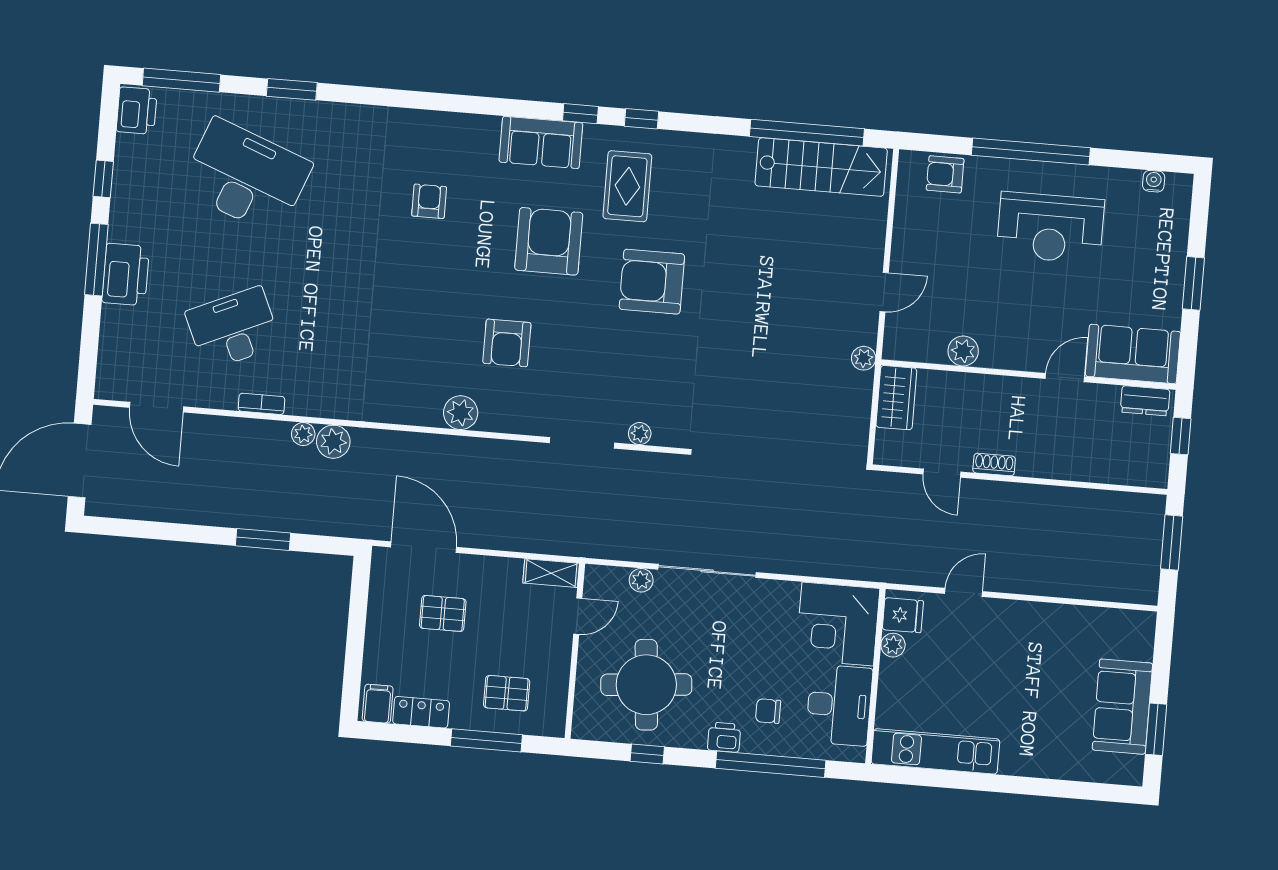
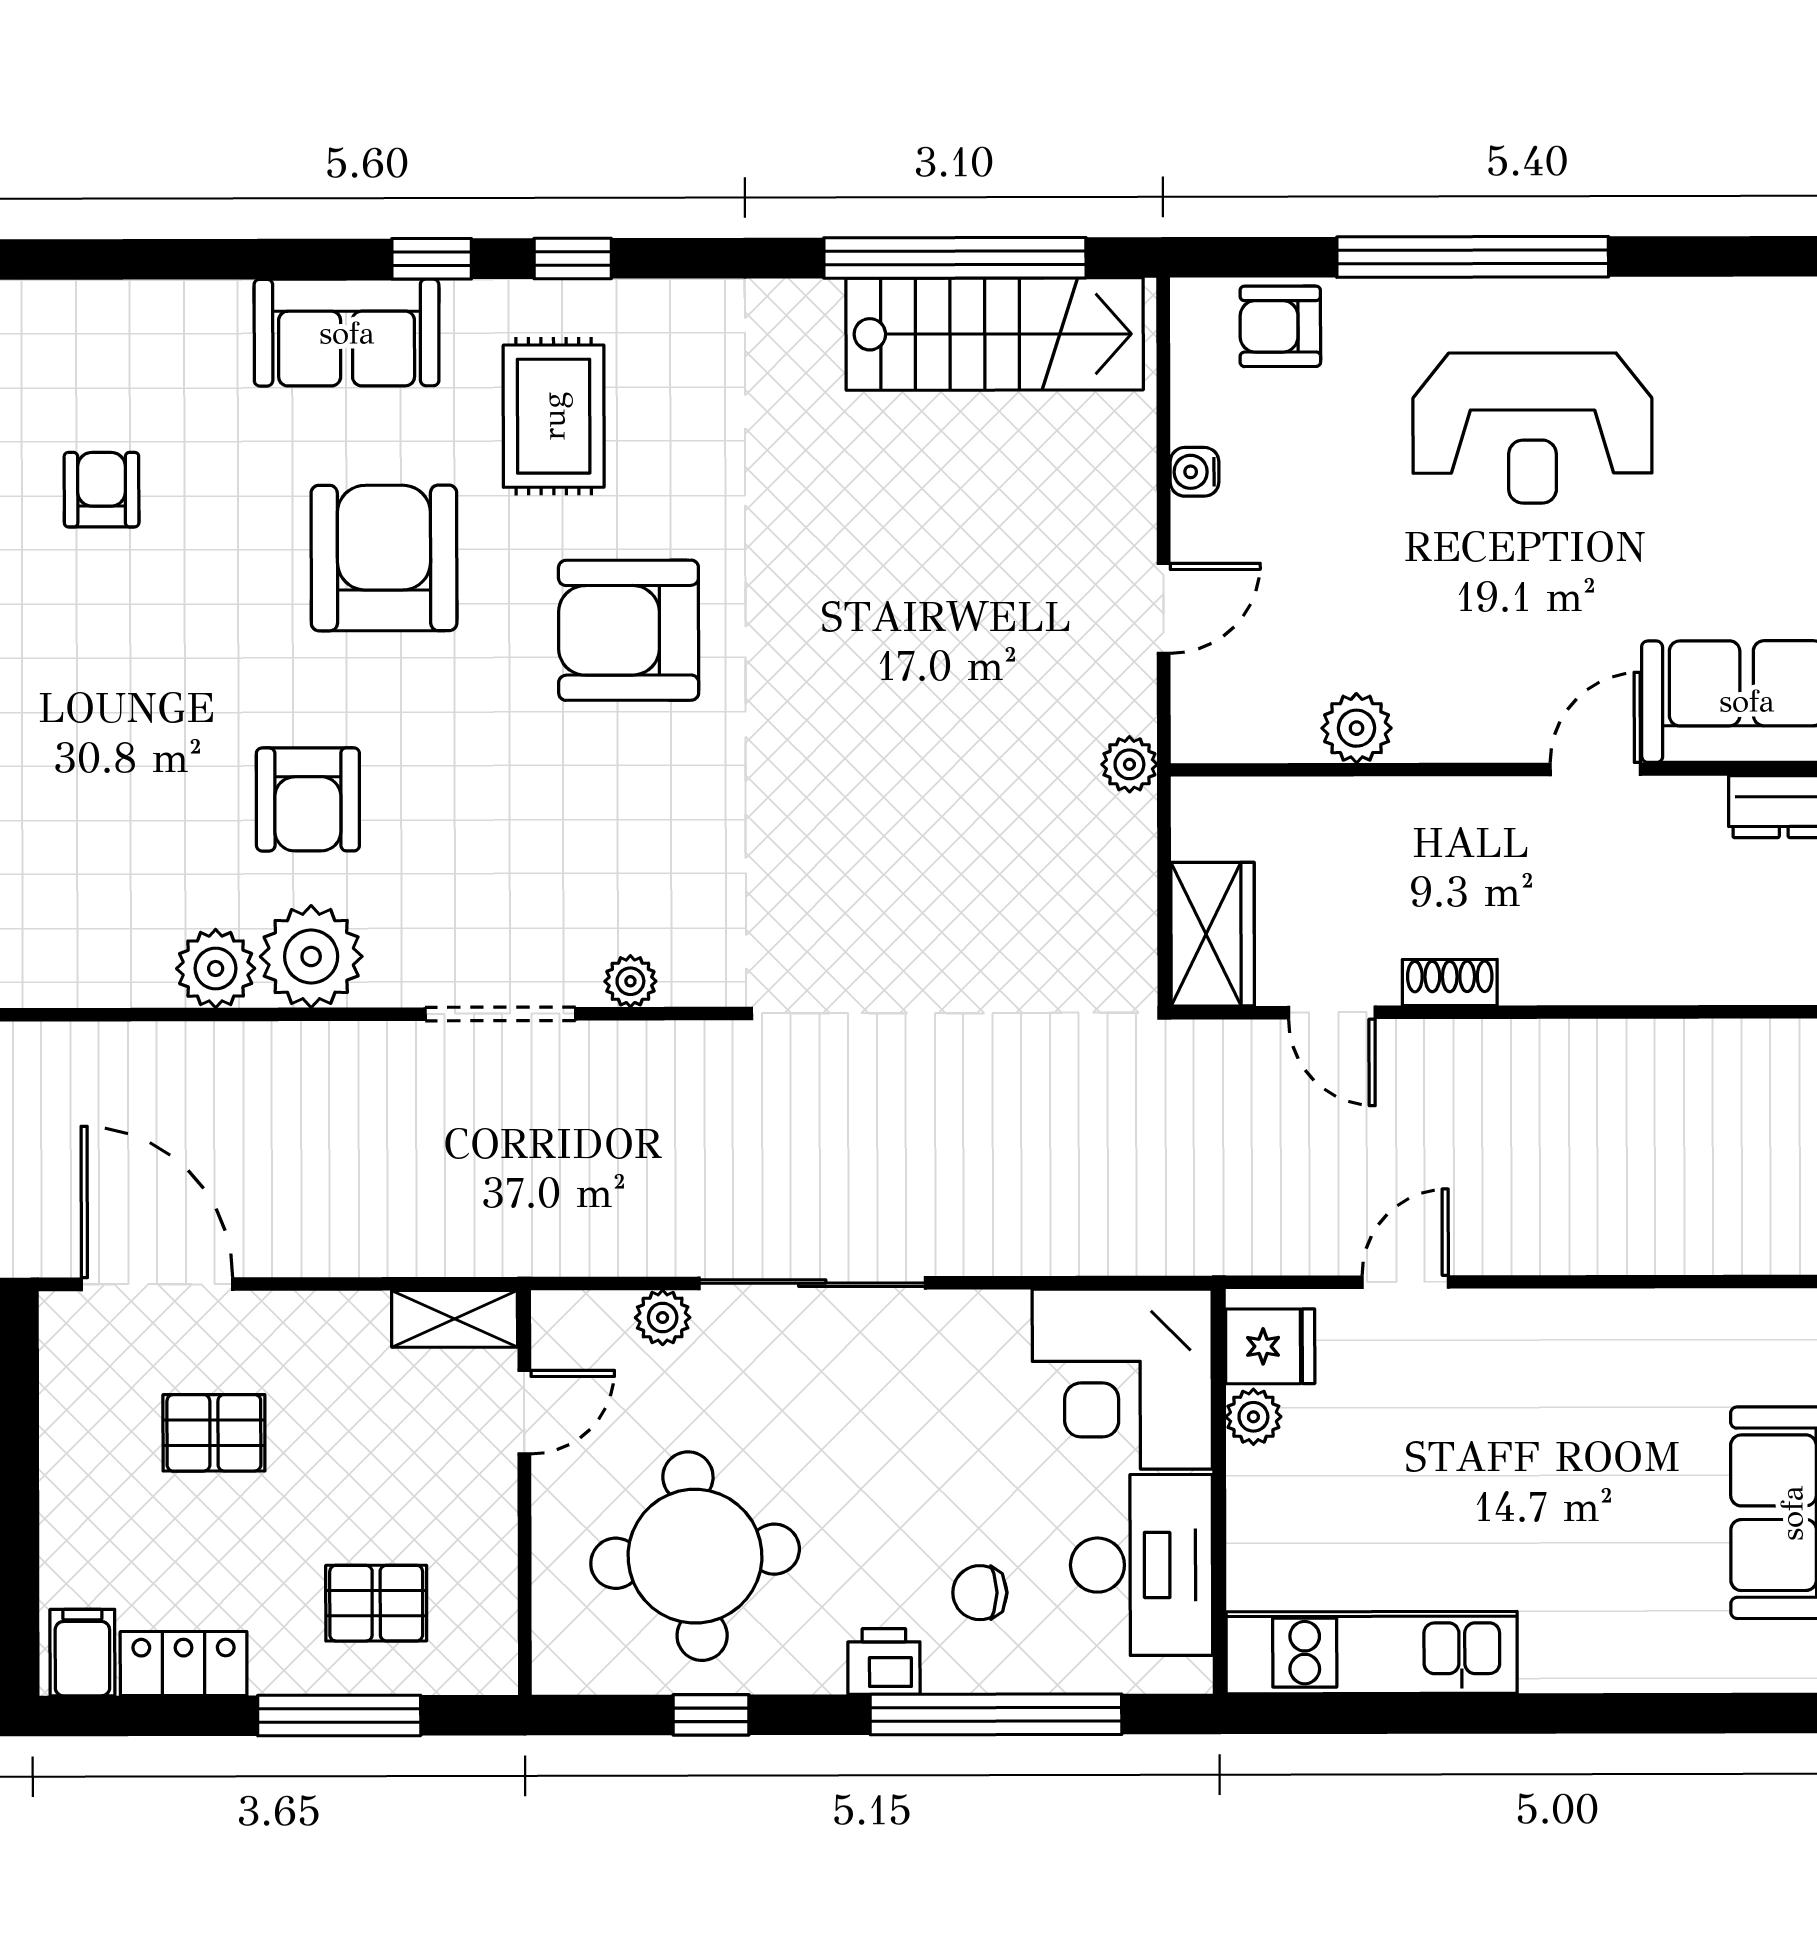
water cooler: (1154, 181) -> (1195, 472), moved, turned -90
wardrobe: (896, 398) -> (1213, 934), moved
plant: (502, 411) -> (311, 956), added

